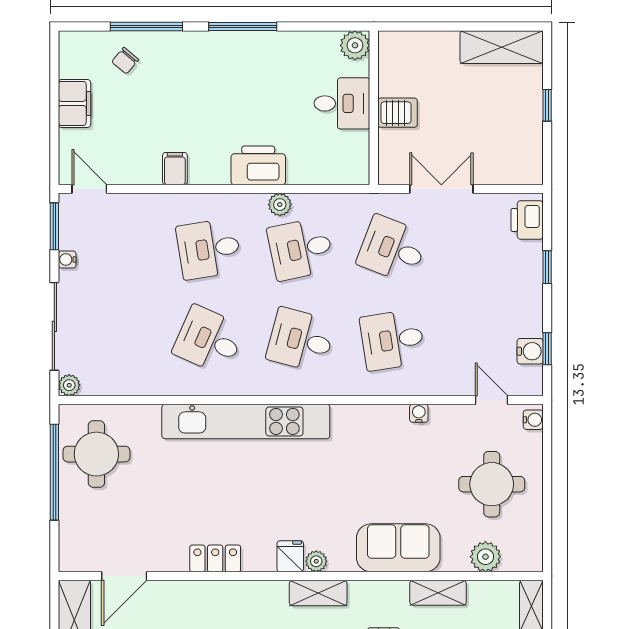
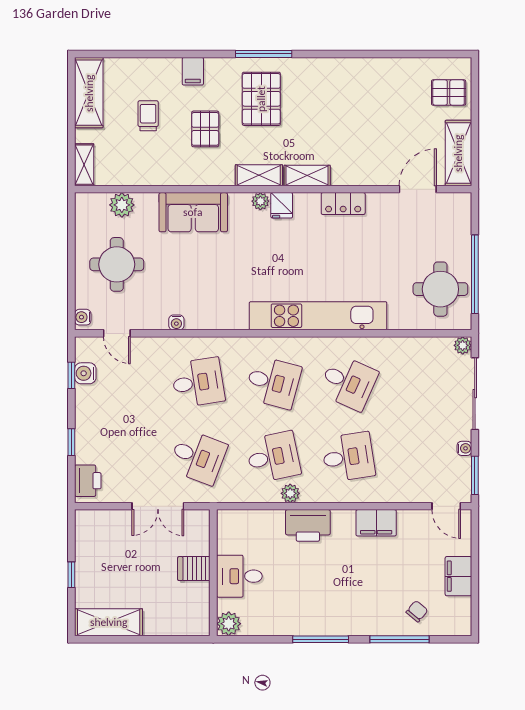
filing cabinet: (175, 169) -> (376, 523), width x2.00
shelving: (438, 593) -> (307, 176), moved

